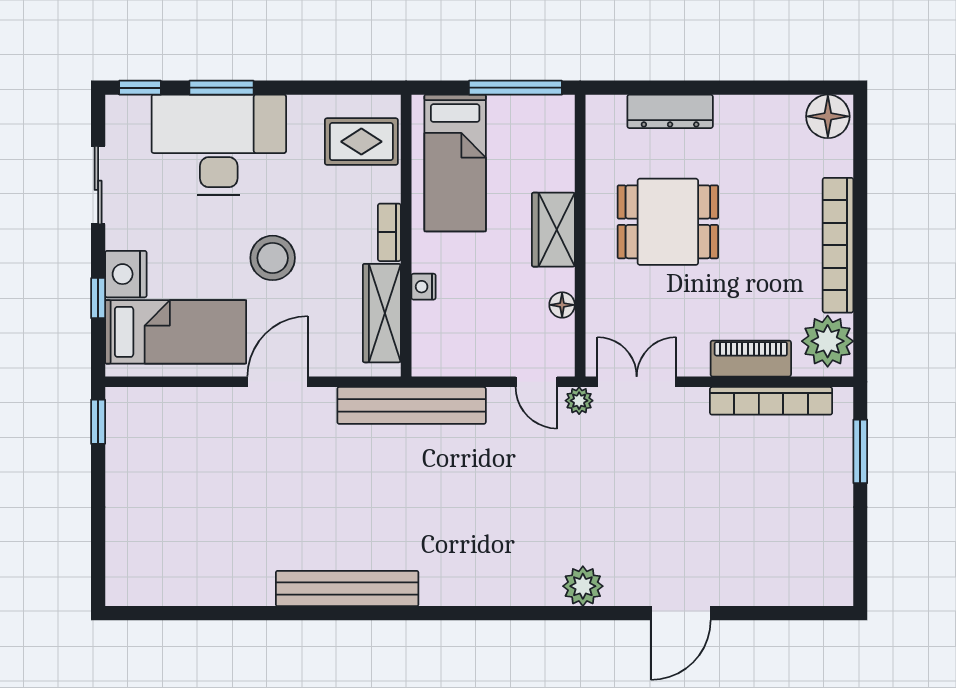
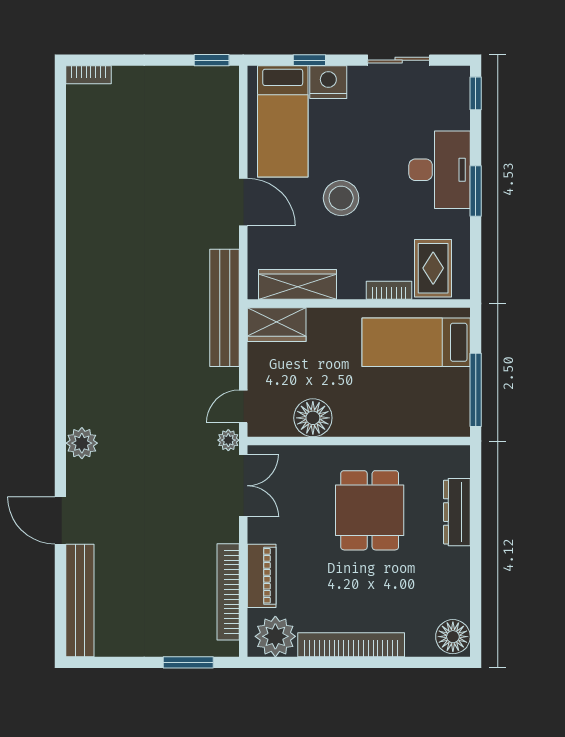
window: (222, 88) -> (476, 191), moved
desk: (219, 145) -> (440, 170), width x0.73, depth x0.77
wardrobe: (553, 230) -> (277, 325), moved, turned 180
bookcase: (389, 232) -> (389, 290), moved
nightstand: (424, 287) -> (318, 317), removed
floor lamp: (562, 305) -> (313, 418), width x1.89, depth x1.89
bookcase: (117, 578) -> (89, 75), added
bench: (347, 588) -> (80, 600), moved

